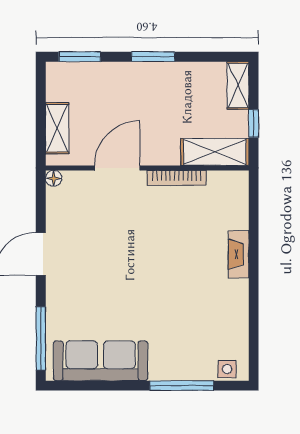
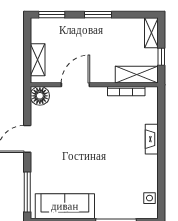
floor lamp: (54, 178) -> (40, 96), width x1.89, depth x1.89
bookcase: (177, 178) -> (126, 91), moved
side table: (227, 369) -> (149, 198), moved

